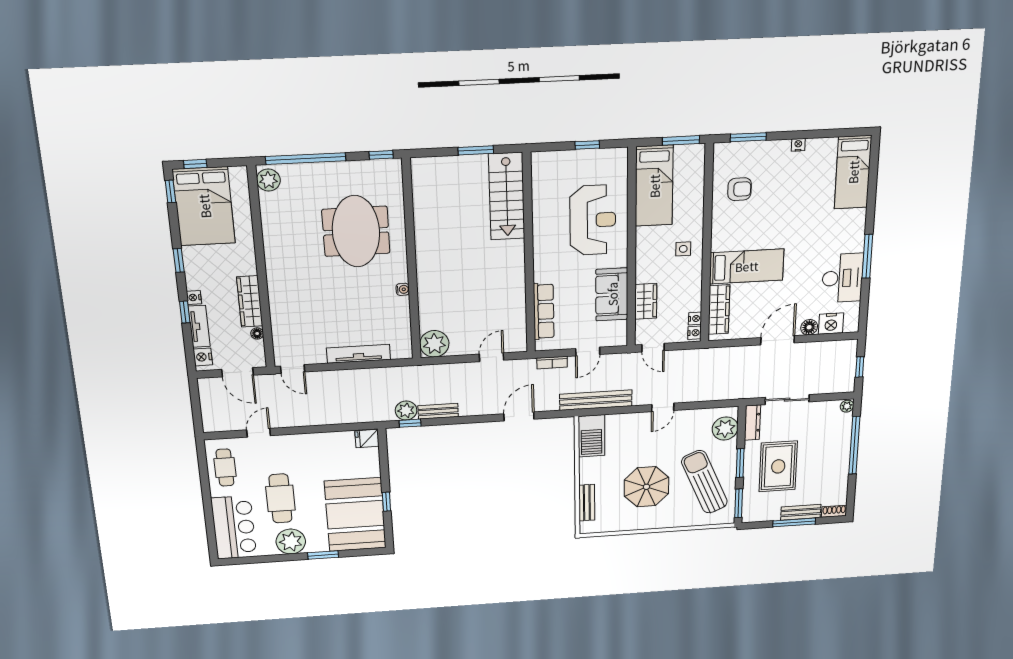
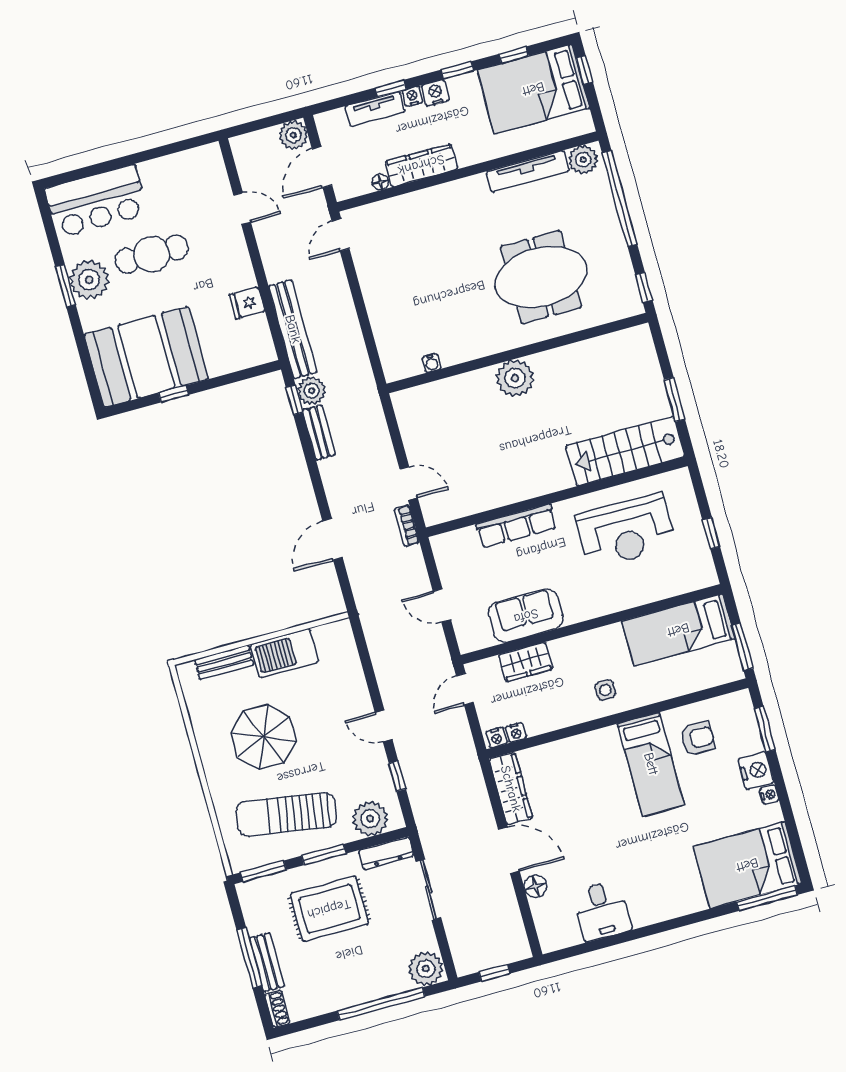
bed: (853, 172) -> (747, 865), width x1.50
armchair: (740, 189) -> (698, 738), turned -90
window: (170, 191) -> (514, 55), moved
reception desk: (593, 220) -> (626, 531), moved
window: (867, 256) -> (767, 898), moved
bed: (747, 266) -> (651, 764), moved
desk: (842, 278) -> (602, 911), width x0.73
water cooler: (403, 289) -> (431, 363), moved
wardrobe: (719, 310) -> (511, 789), moved, turned -90
row of seats: (544, 311) -> (516, 526), moved
nightstand: (831, 324) -> (756, 771), moved, turned 180
plant: (434, 344) -> (515, 378), moved
tv unit: (358, 354) -> (528, 171), moved, turned 90
nightstand: (203, 357) -> (435, 93), moved
bookcase: (552, 363) -> (407, 526), moved
plant: (209, 388) -> (293, 135), added
bench: (596, 400) -> (293, 329), moved
window: (701, 405) -> (397, 776), added
plant: (847, 406) -> (426, 969), width x1.87, depth x1.87
door: (519, 416) -> (333, 539), swing flipped
barbecue: (592, 436) -> (285, 653), moved
fridge: (367, 438) -> (247, 303), moved, turned -90
cafe table: (225, 467) -> (183, 175), removed
sun lounger: (705, 482) -> (286, 814), turned -148
window: (323, 555) -> (66, 286), moved

